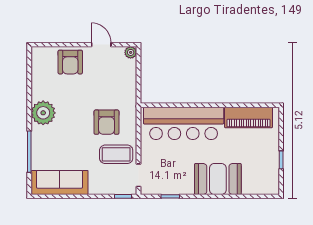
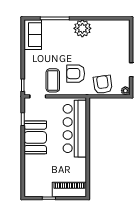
armchair: (70, 62) -> (103, 84), moved, turned 82
piano: (249, 117) -> (69, 189), moved, turned 90
booth: (218, 179) -> (35, 137), moved
sofa: (60, 182) -> (33, 35), width x0.73

